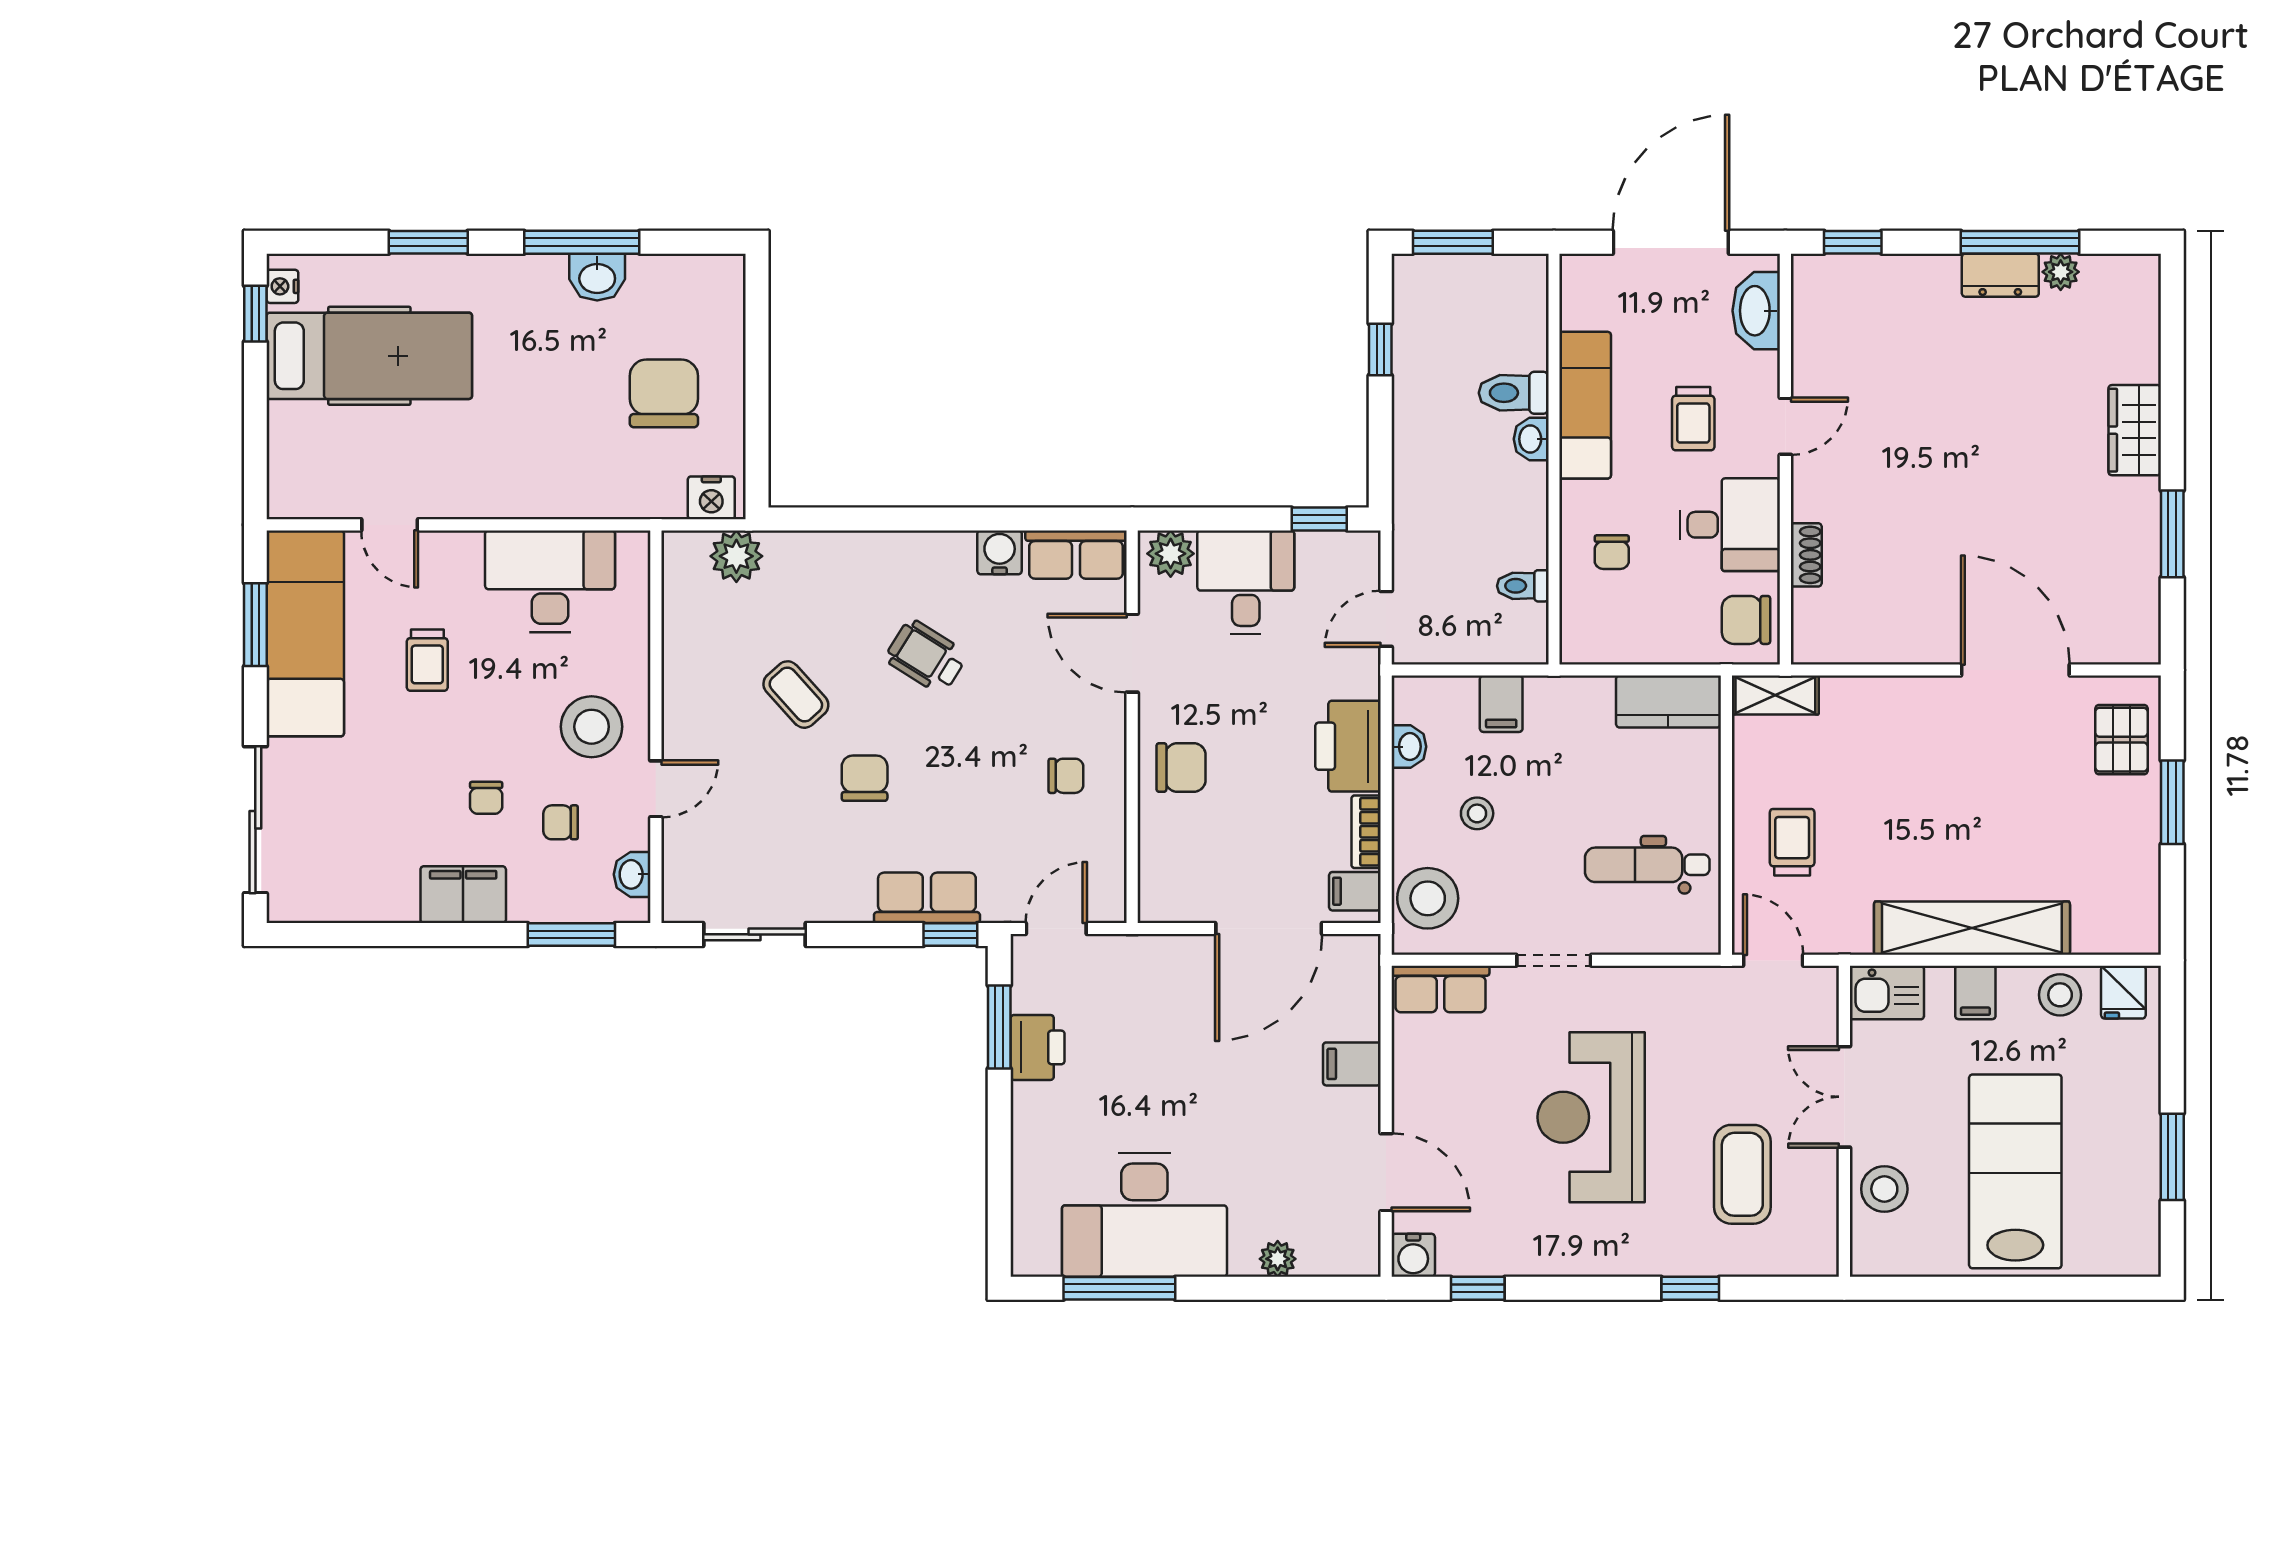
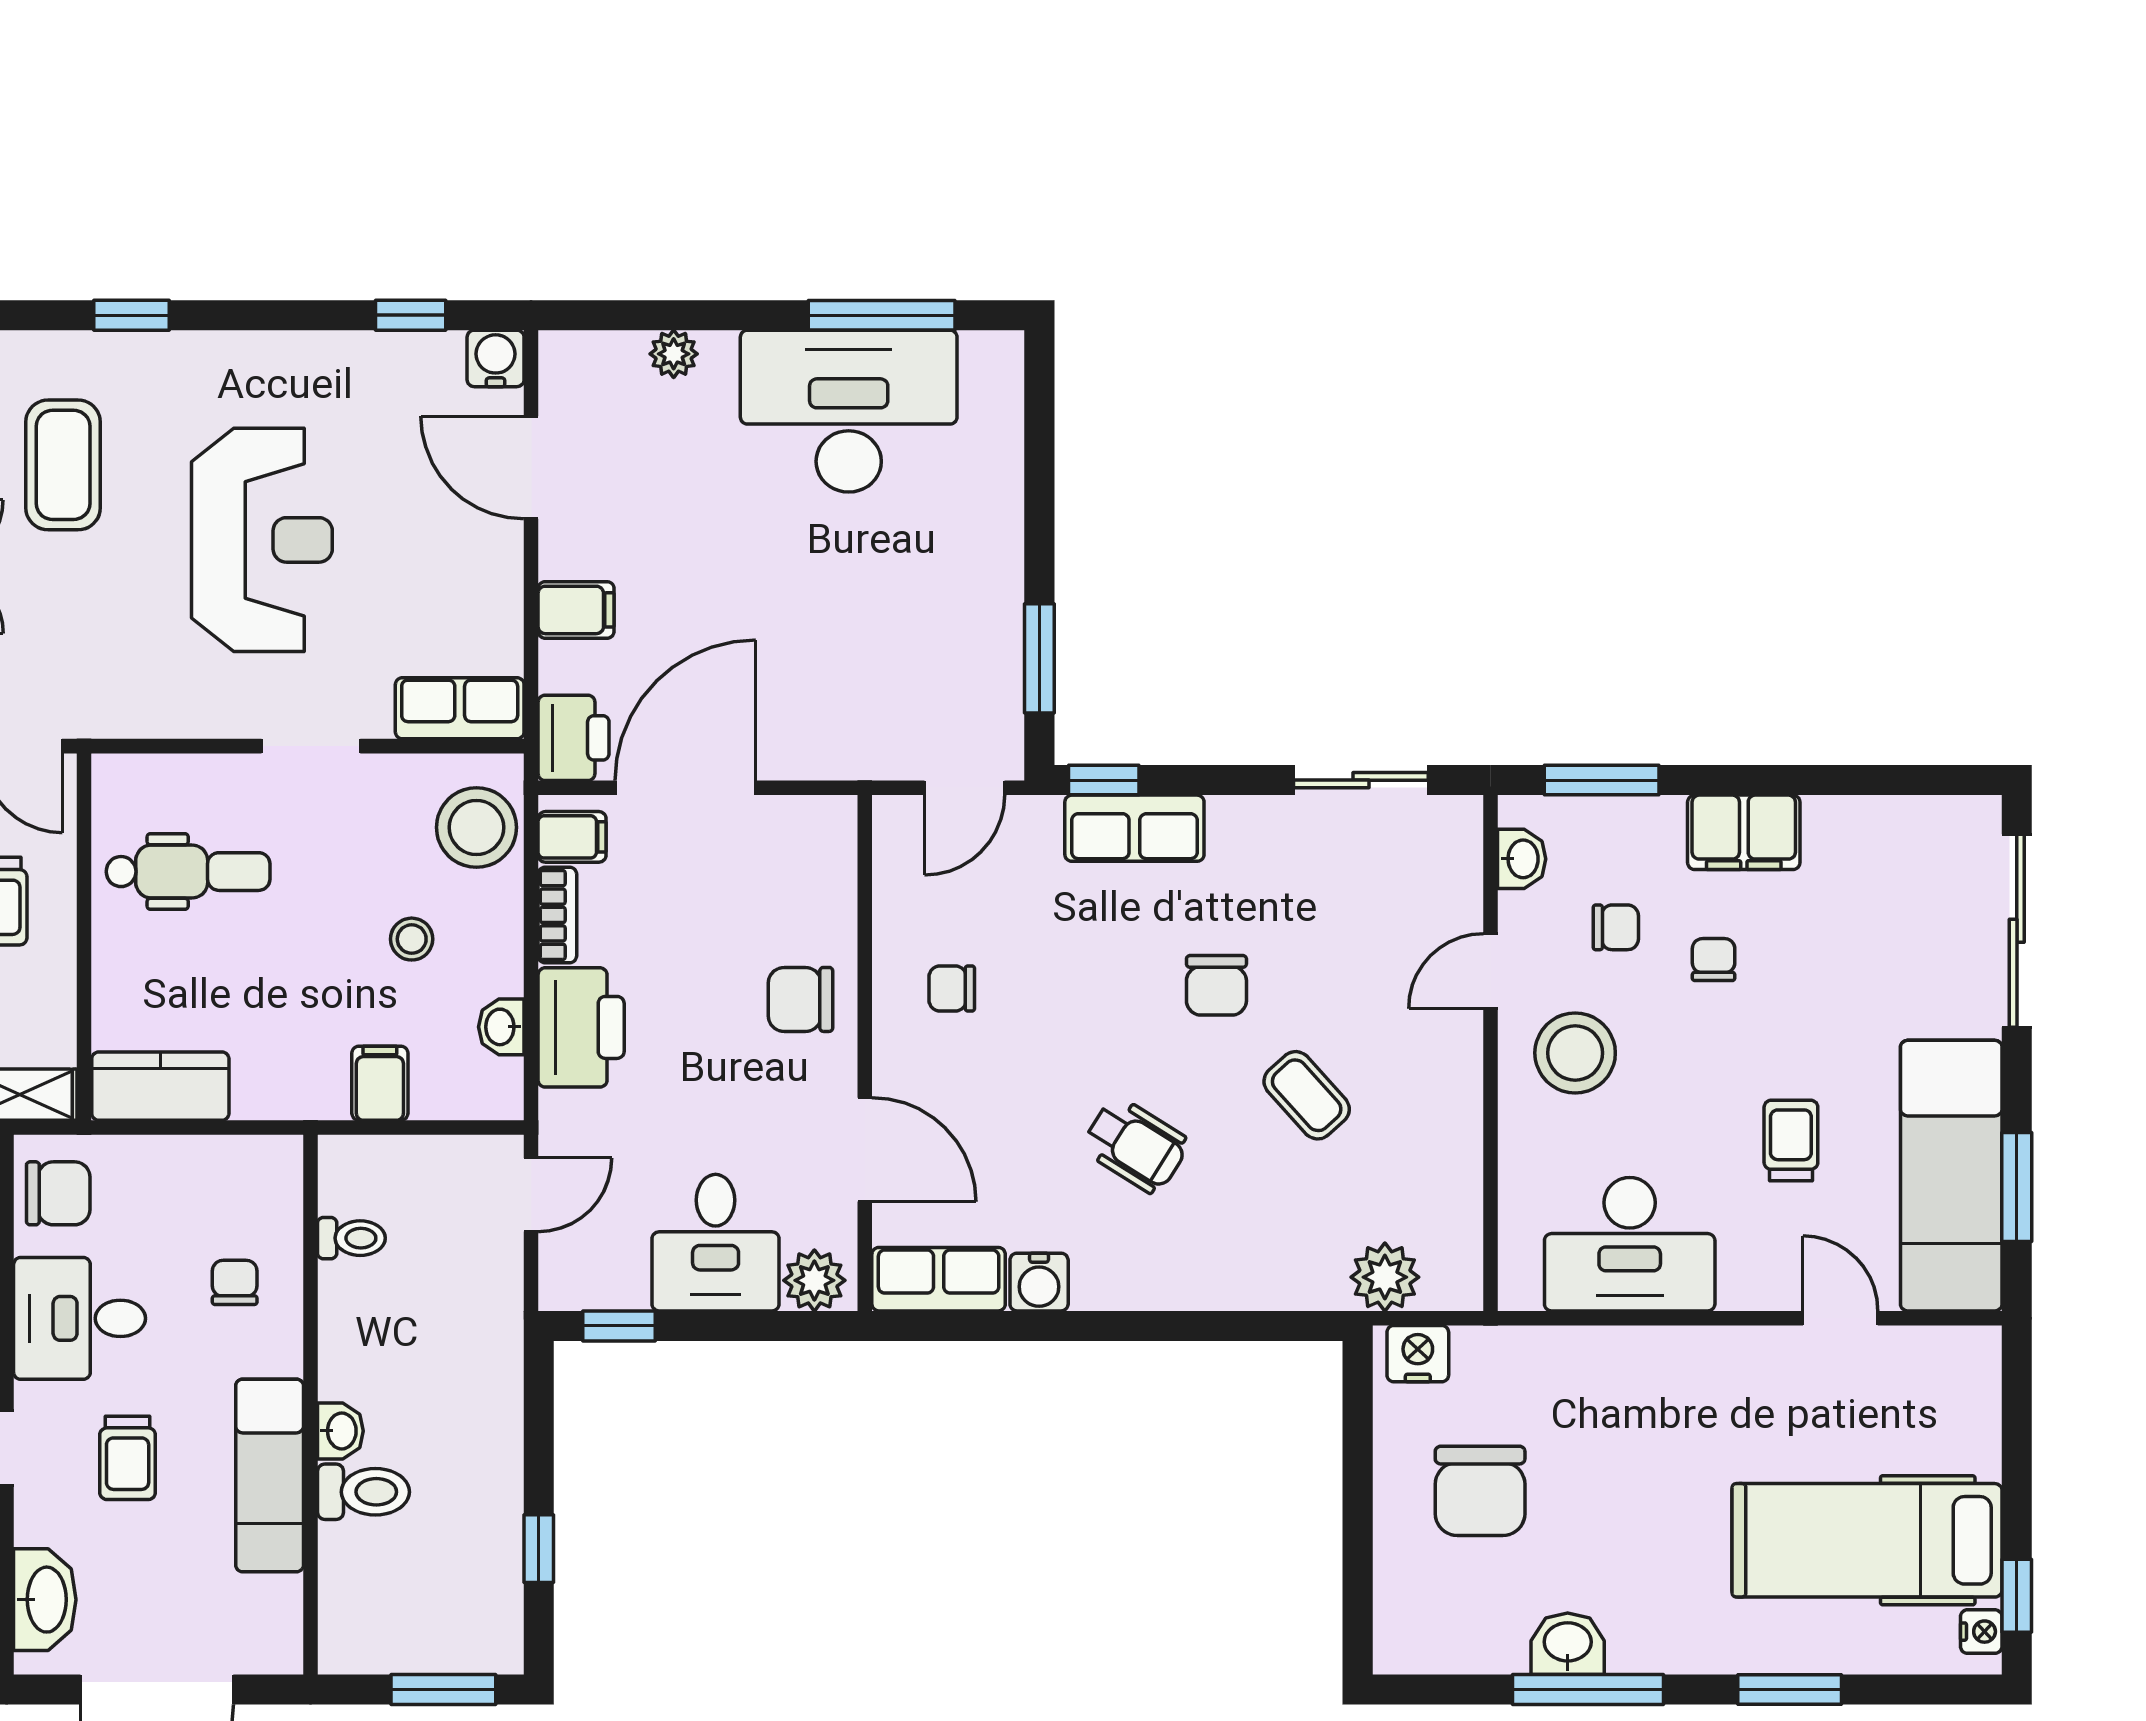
trolley: (1693, 419) -> (128, 1458), turned 180
printer: (1038, 1047) -> (574, 738), moved, turned 180

